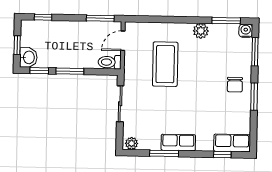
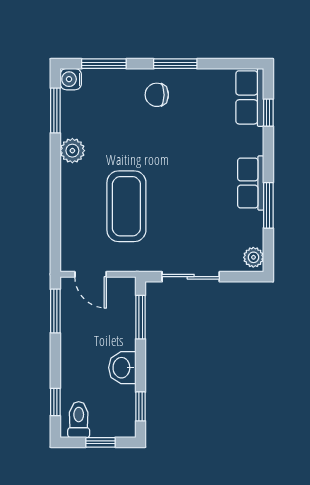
washbasin: (28, 57) -> (122, 368), moved, turned -90
toilet: (110, 62) -> (79, 420), moved, turned 180
coffee table: (165, 64) -> (126, 206), turned 90
window: (70, 71) -> (141, 317), moved
chair: (235, 85) -> (157, 95), turned 180

